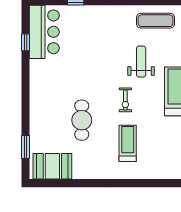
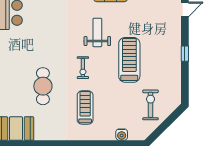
water cooler: (168, 173) -> (122, 135), added

